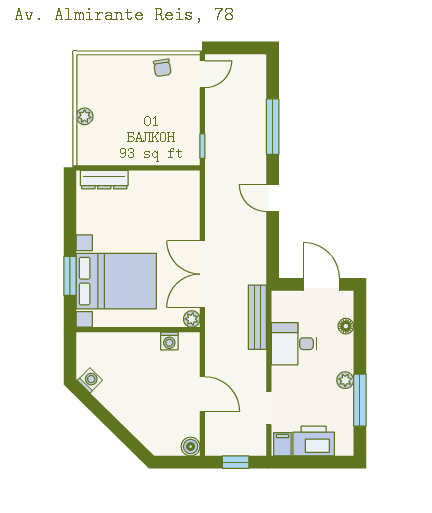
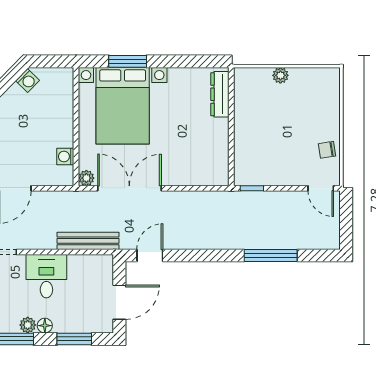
door: (273, 198) -> (150, 255), moved
floor lamp: (346, 326) -> (45, 326), moved
window: (360, 332) -> (74, 339), added
desk: (294, 344) -> (46, 276), moved

